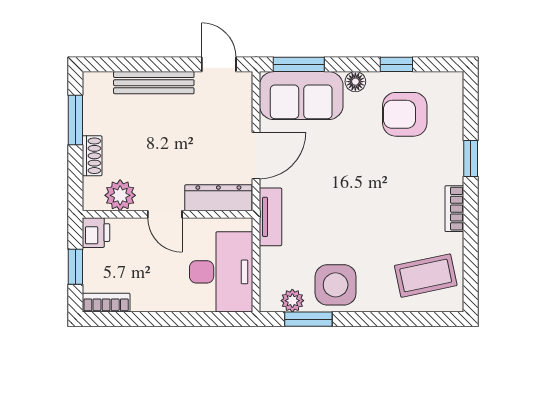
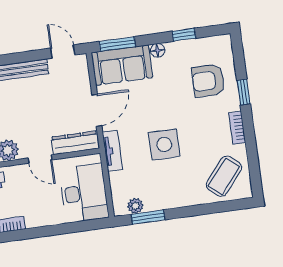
armchair: (405, 114) -> (208, 81), moved
coffee table: (426, 276) -> (224, 176), turned -38
side table: (336, 285) -> (164, 145), moved

